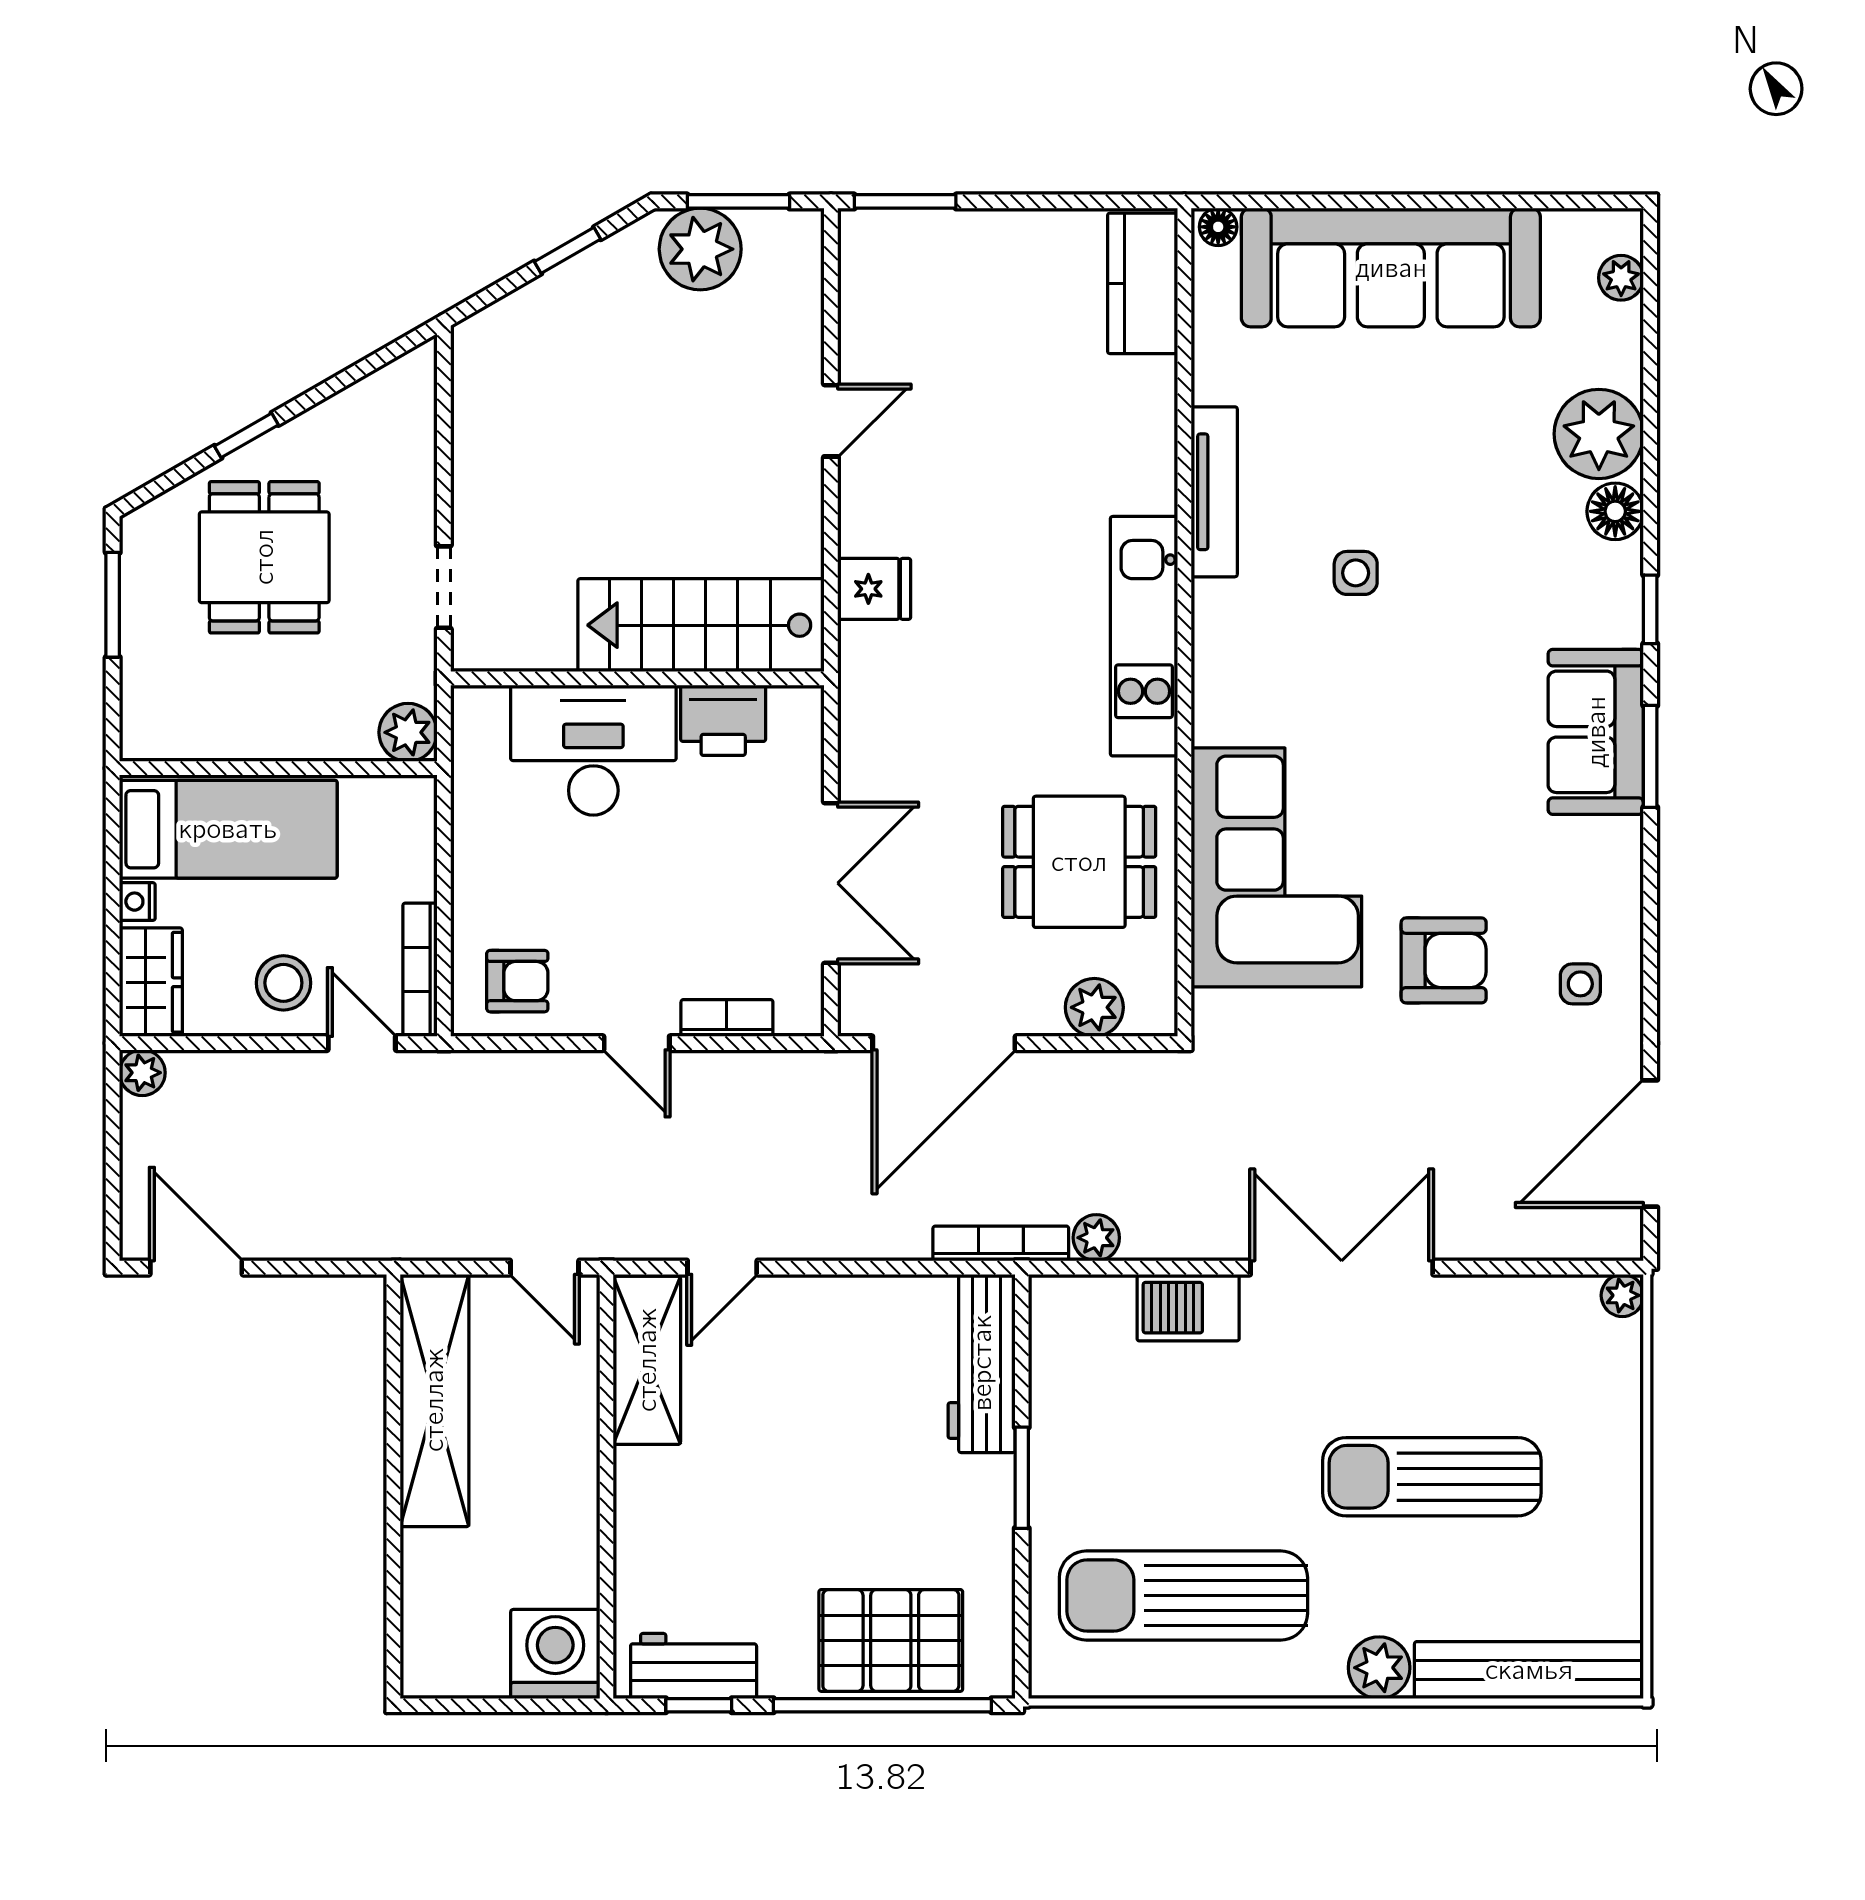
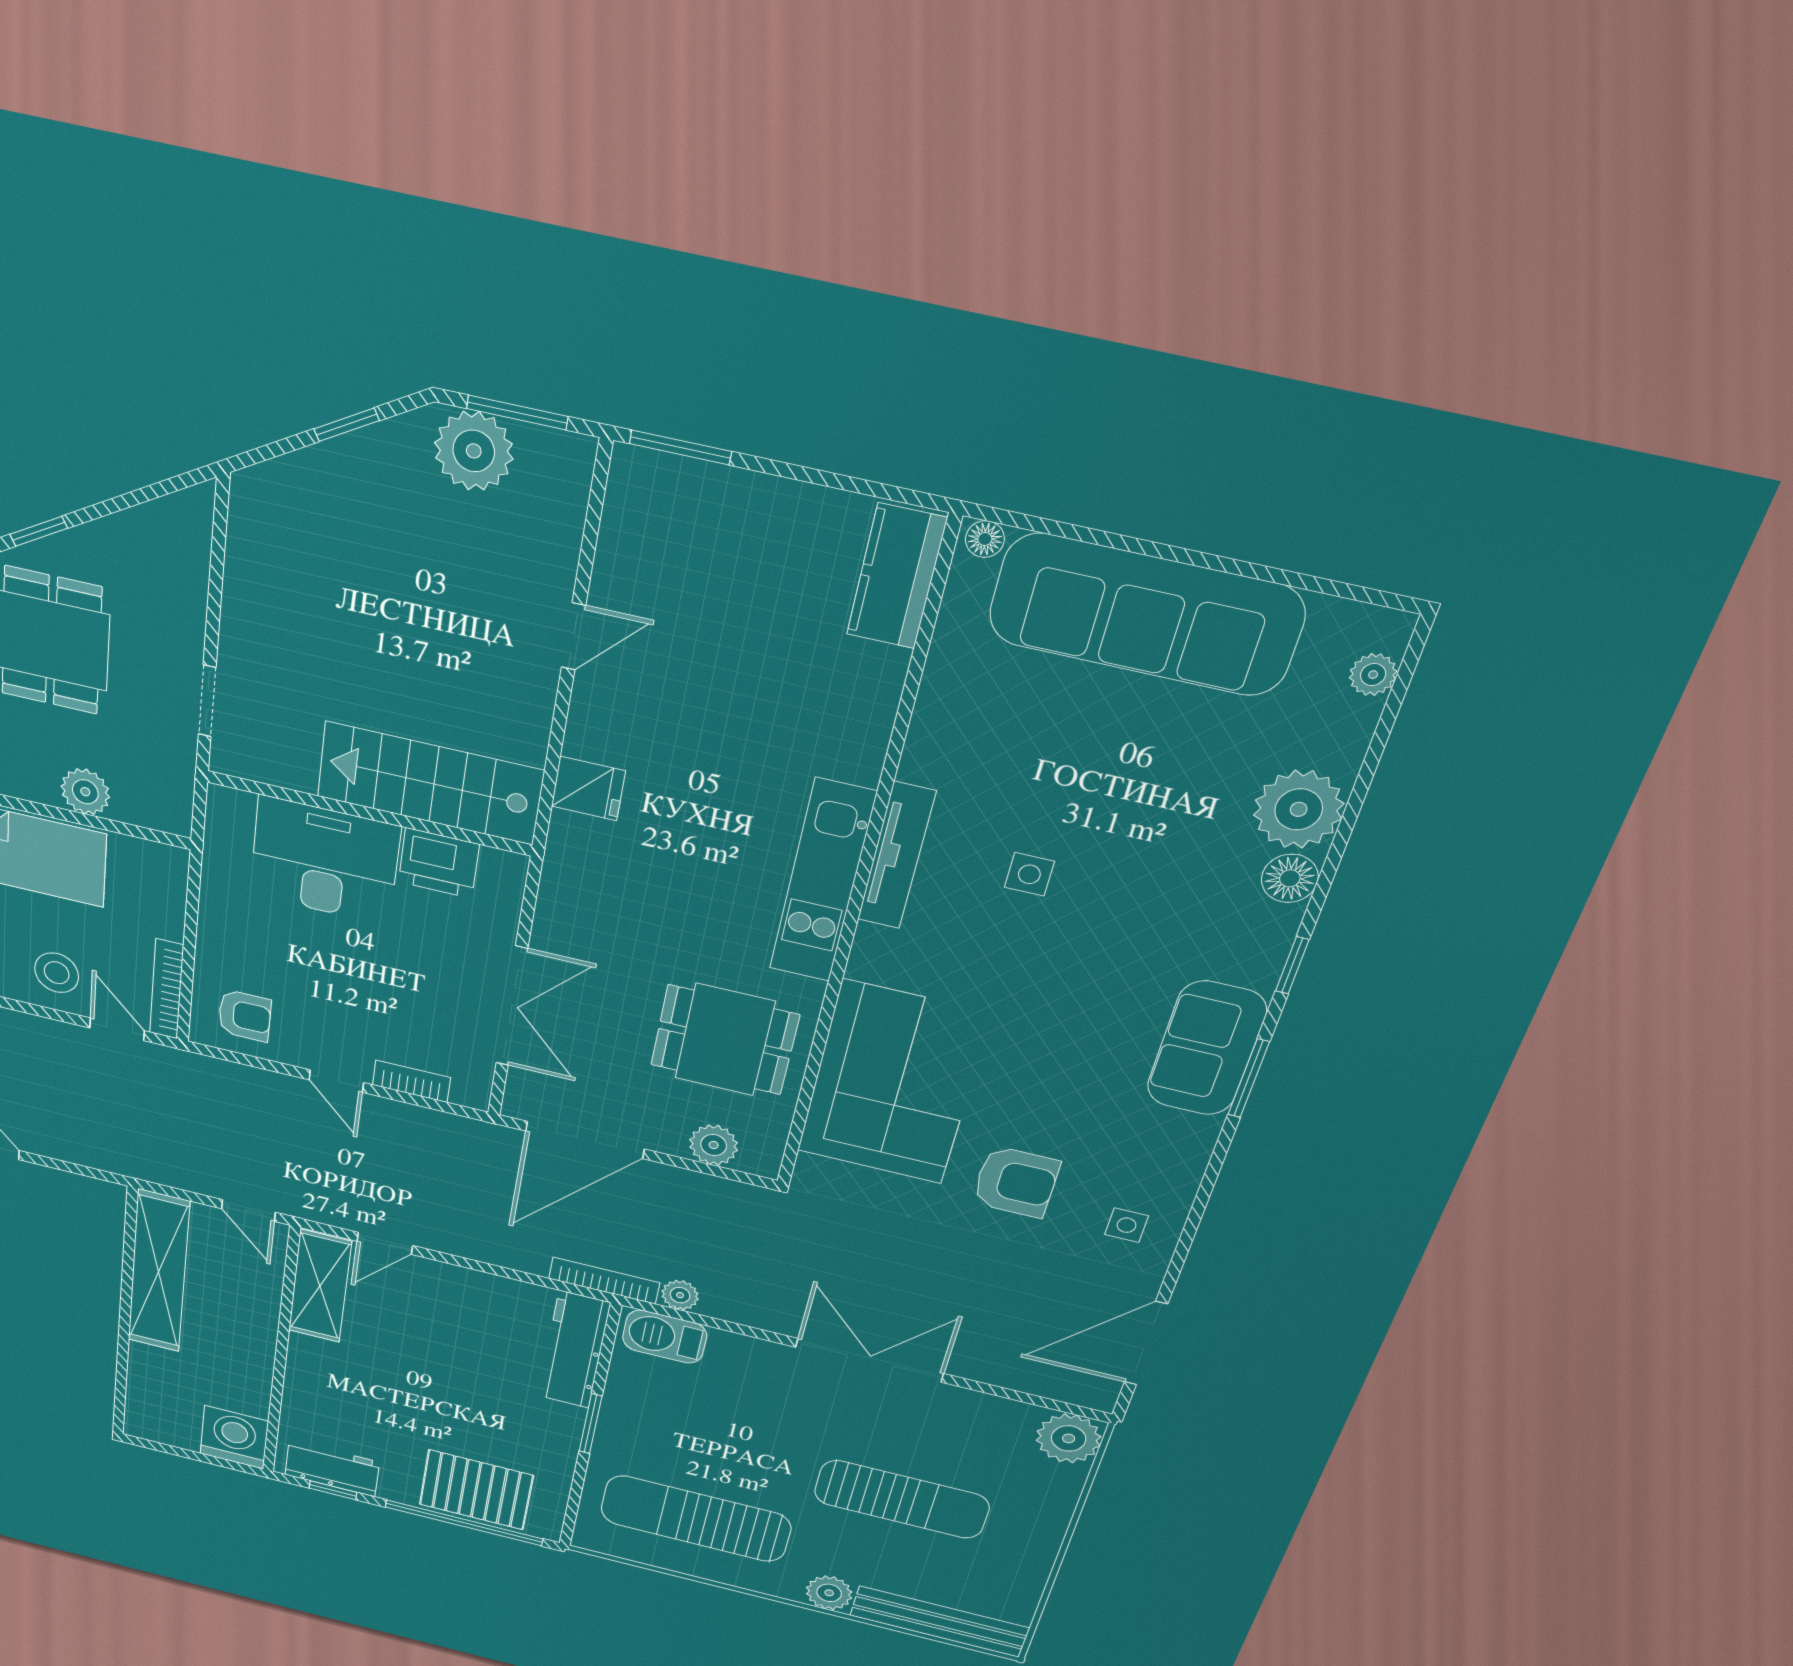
tv unit: (1214, 492) -> (896, 856), moved
plant: (408, 732) -> (85, 792), moved
plant: (1622, 1295) -> (1069, 1438), width x1.87, depth x1.87
barbecue: (1188, 1308) -> (665, 1337), moved
sun lounger: (1432, 1477) -> (902, 1499), turned 180

